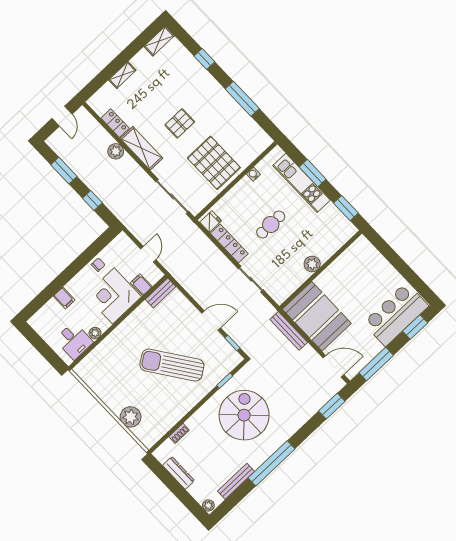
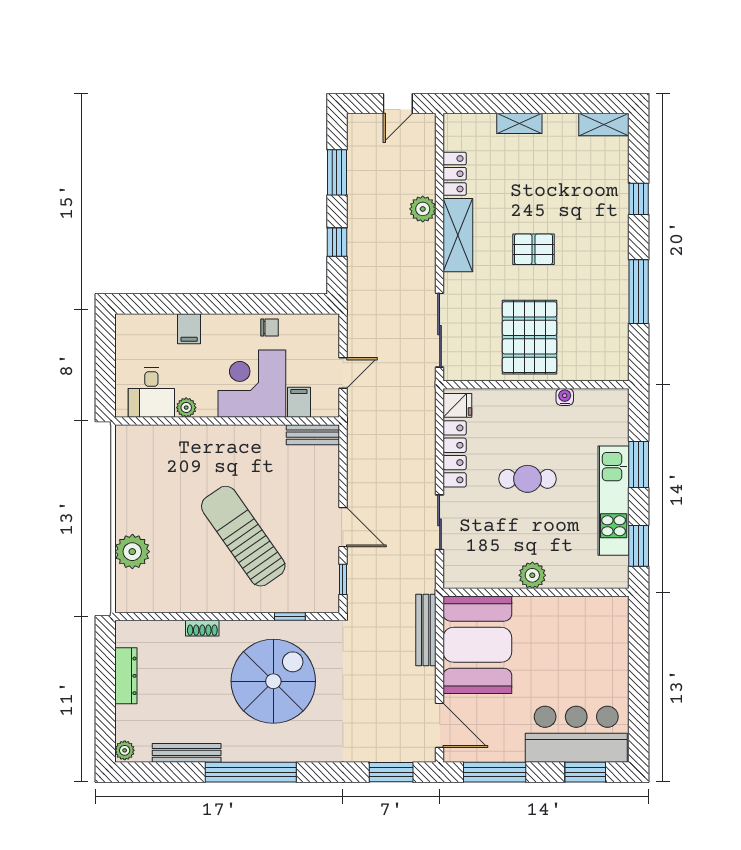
kitchen unit: (302, 183) -> (614, 501), moved
shoe rack: (179, 433) -> (202, 628), moved

